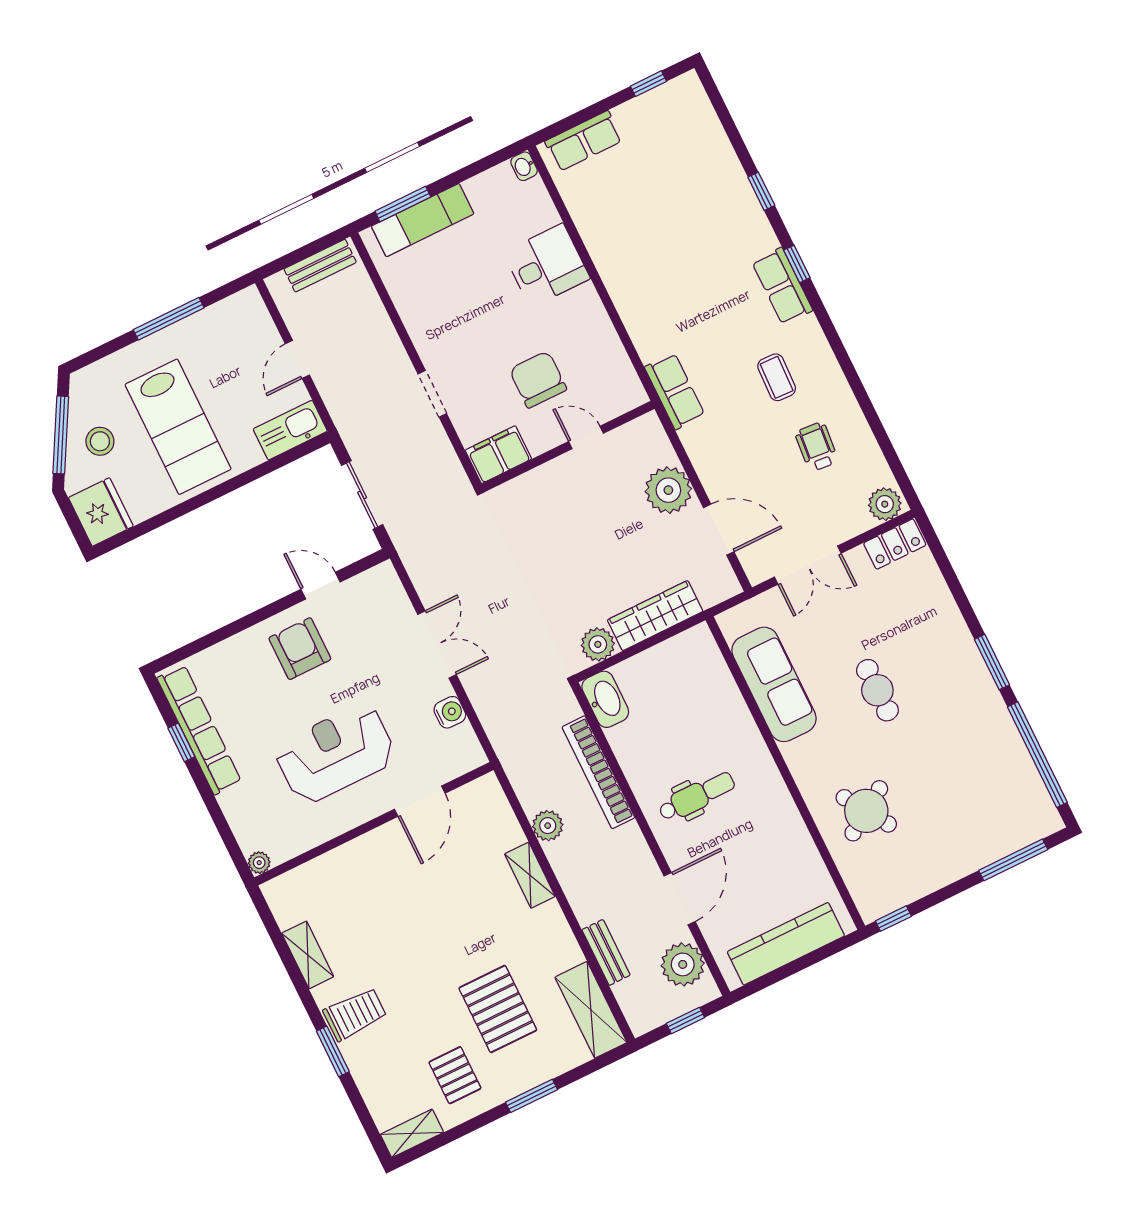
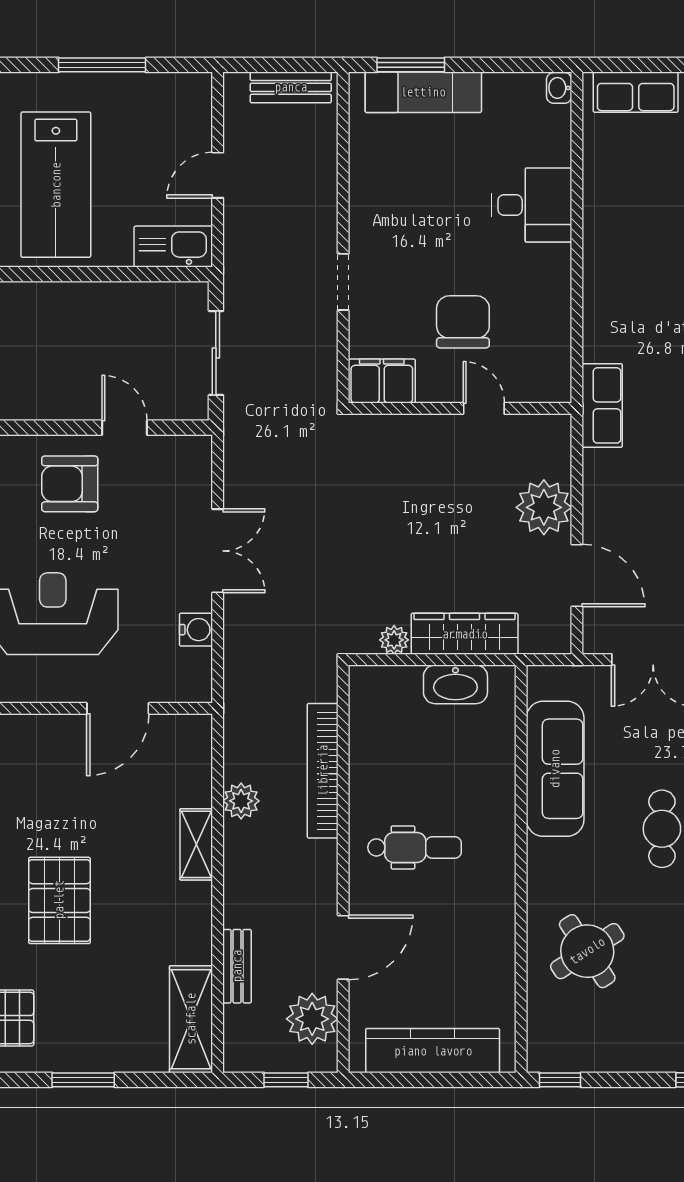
plant: (598, 644) -> (394, 640), width x0.73, depth x0.73
armchair: (300, 649) -> (70, 484), turned -90
washbasin: (605, 699) -> (455, 684), moved, turned 90
pallet: (498, 1009) -> (59, 900), moved

